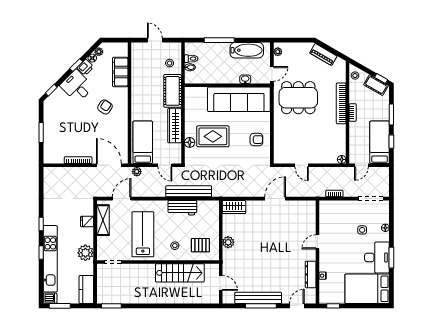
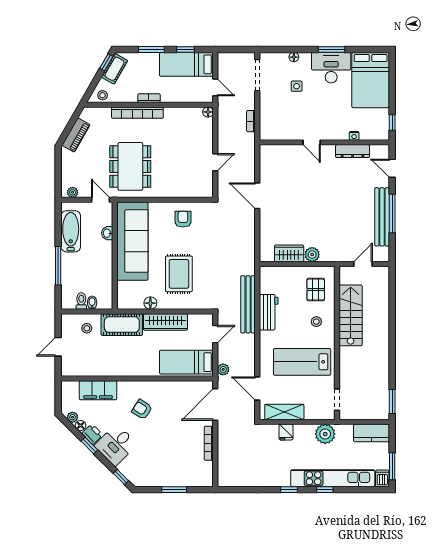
floor lamp: (190, 142) -> (150, 303), moved
wardrobe: (234, 207) -> (289, 253), moved, turned -90

